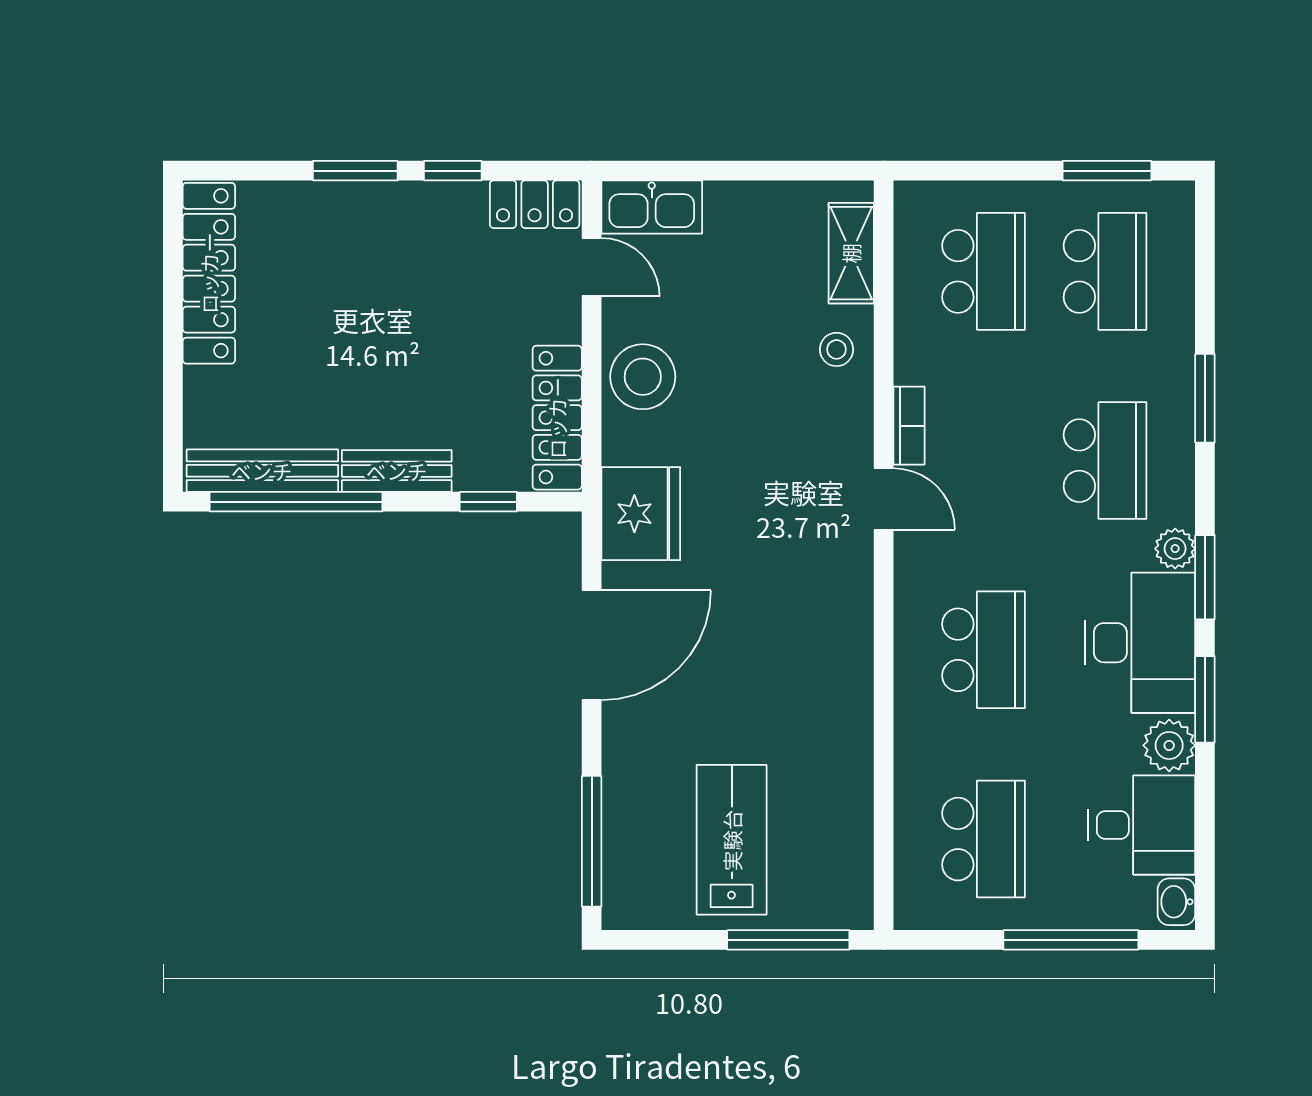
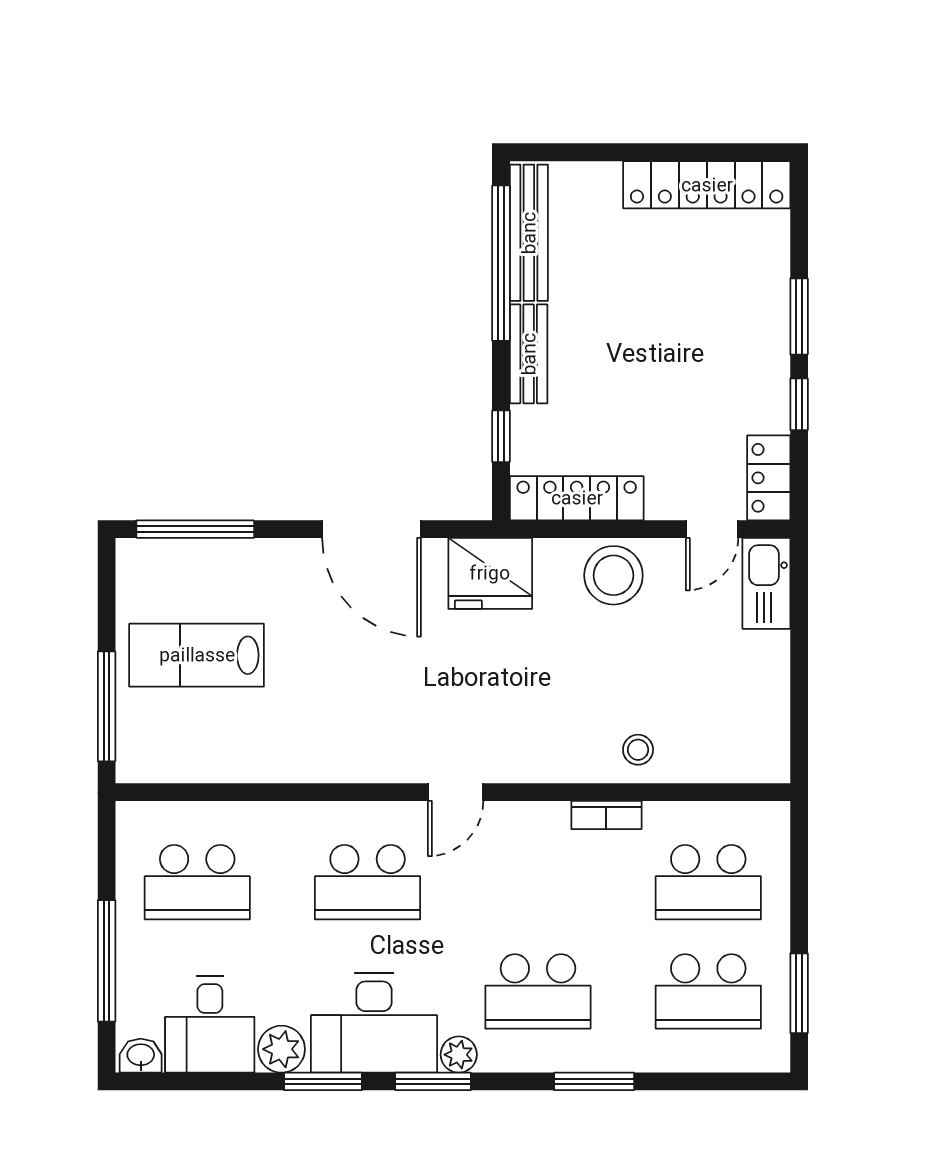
shelving: (851, 253) -> (725, 763), removed
bookcase: (909, 426) -> (606, 815), moved
door: (884, 499) -> (456, 792), moved
lab bench: (732, 840) -> (197, 655), turned 180

